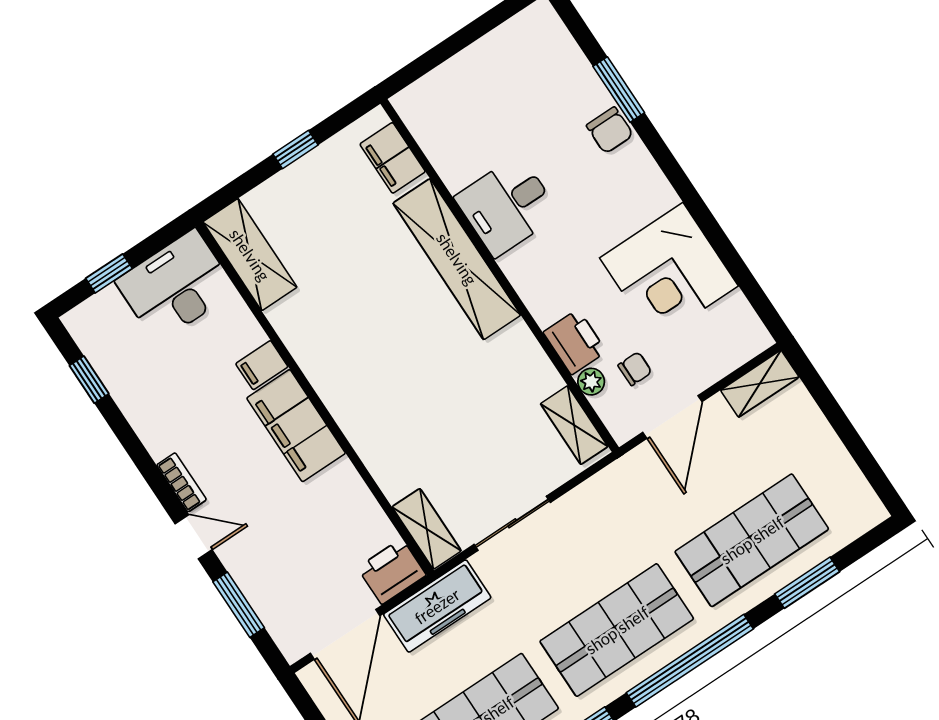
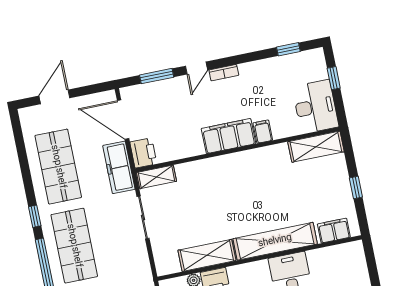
shelving: (574, 425) -> (207, 255), moved, width x1.50, depth x1.33

